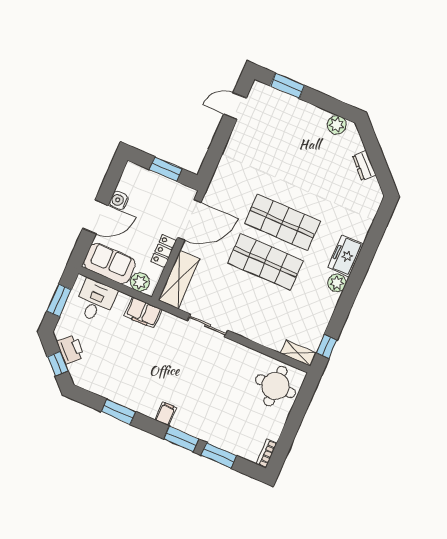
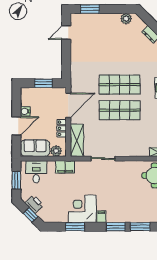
corner desk: (141, 389) -> (82, 209), added

